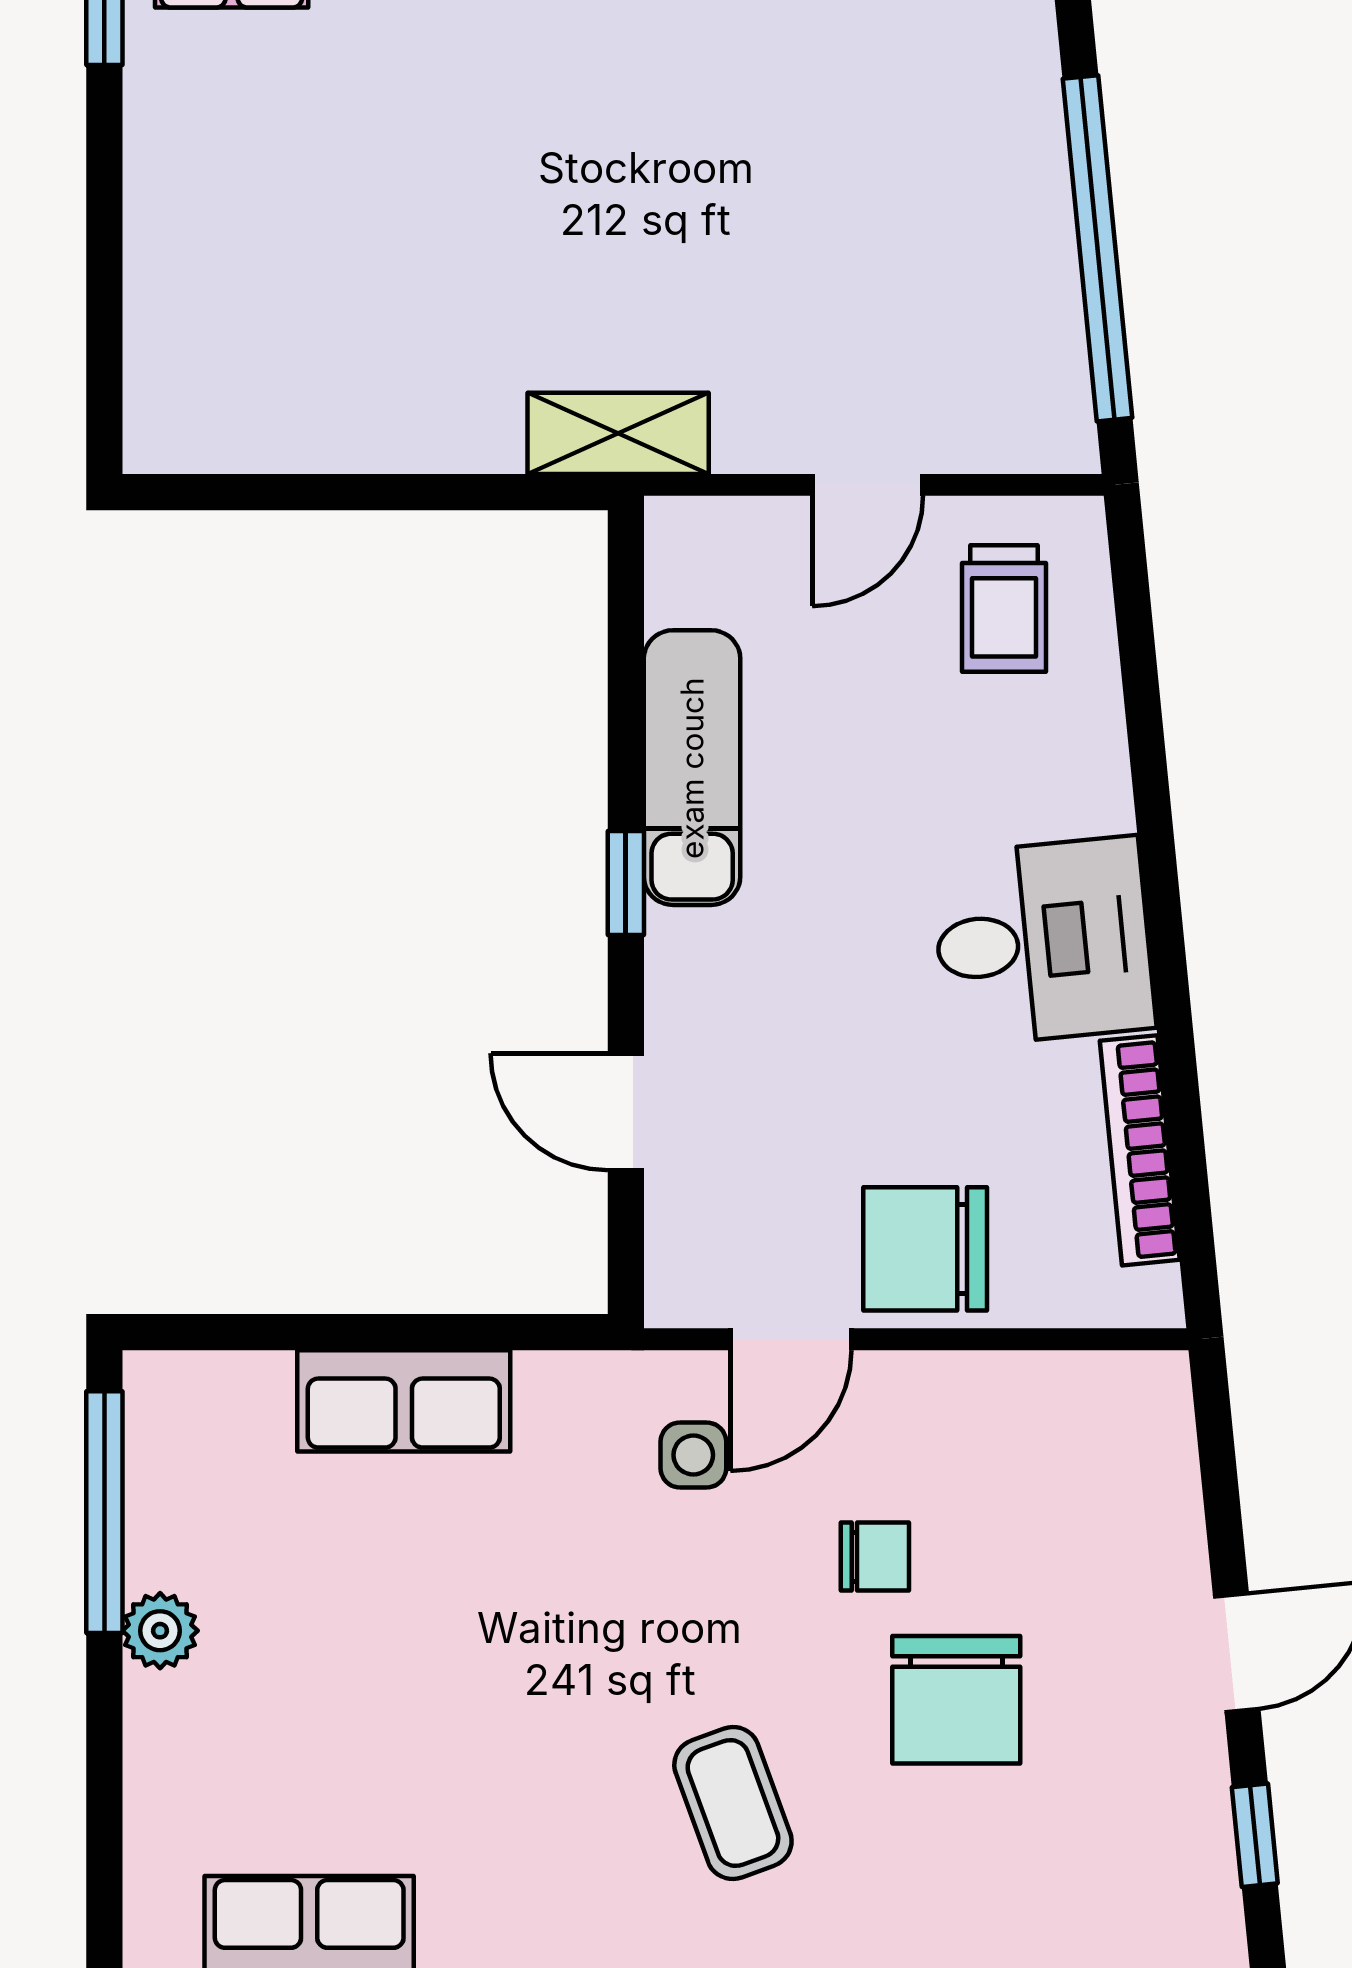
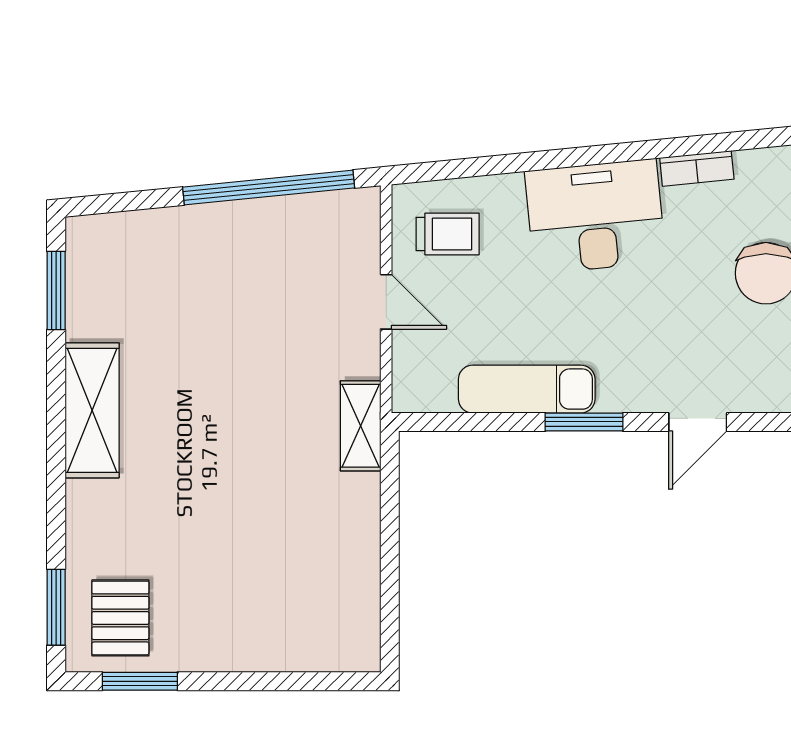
window: (626, 883) -> (584, 422), width x1.50
desk: (1043, 942) -> (595, 216), width x1.37
bookcase: (1140, 1150) -> (697, 168), width x0.64

